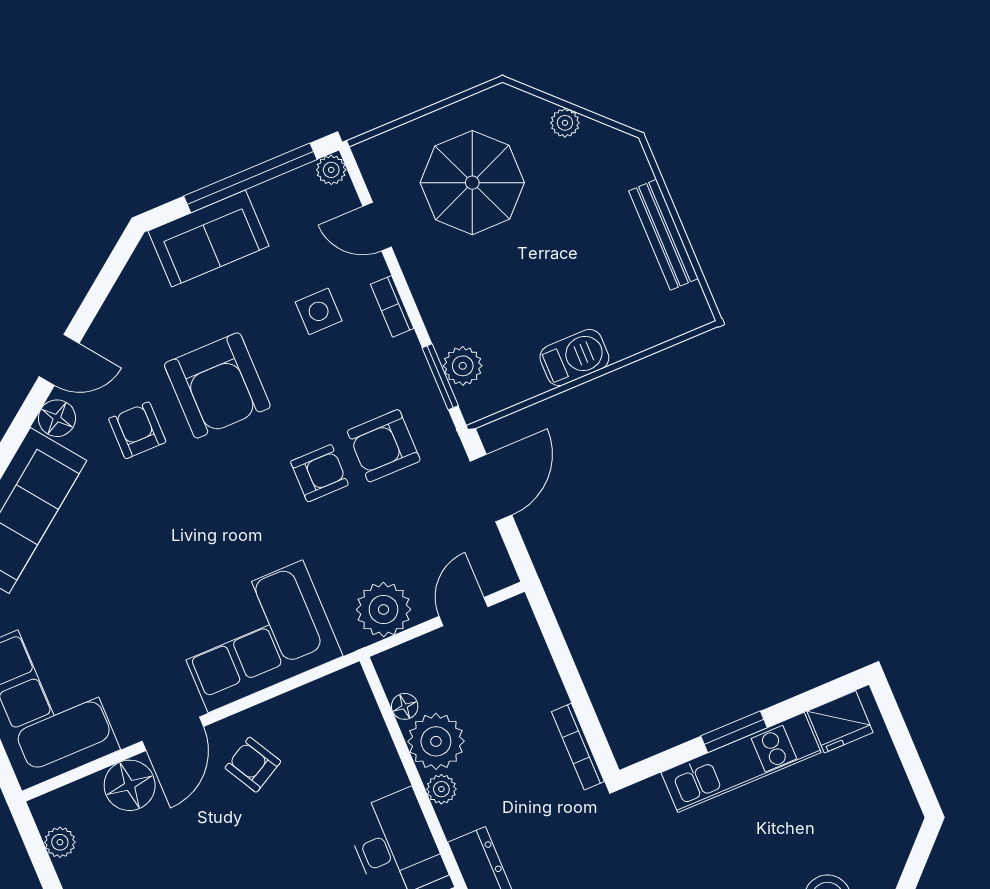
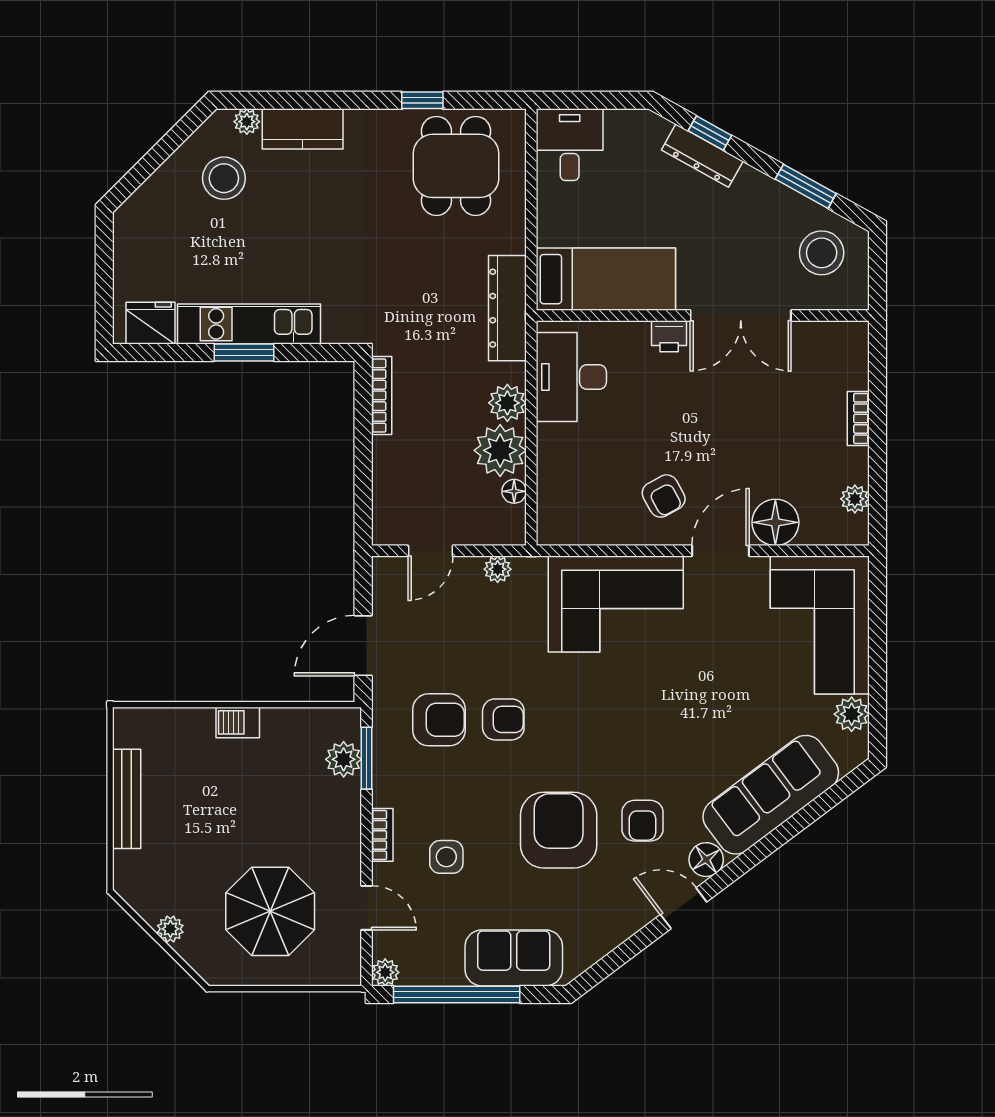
barbecue: (574, 358) -> (238, 722), width x0.73, depth x0.79
armchair: (319, 473) -> (503, 719), turned 180
plant: (383, 609) -> (498, 569), width x0.53, depth x0.53
plant: (441, 789) -> (507, 403), width x1.38, depth x1.38

